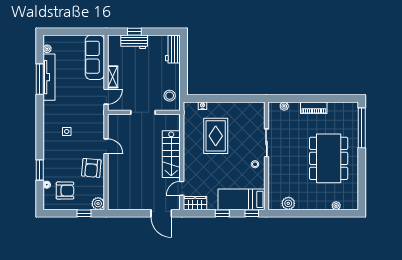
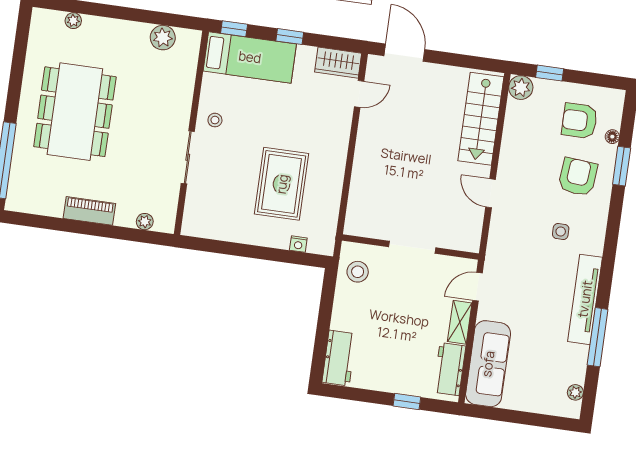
workbench: (134, 42) -> (450, 369), moved, turned -90
tv unit: (49, 77) -> (585, 299), moved
stairs: (171, 154) -> (481, 119), moved, turned 180
armchair: (91, 168) -> (578, 177), moved

